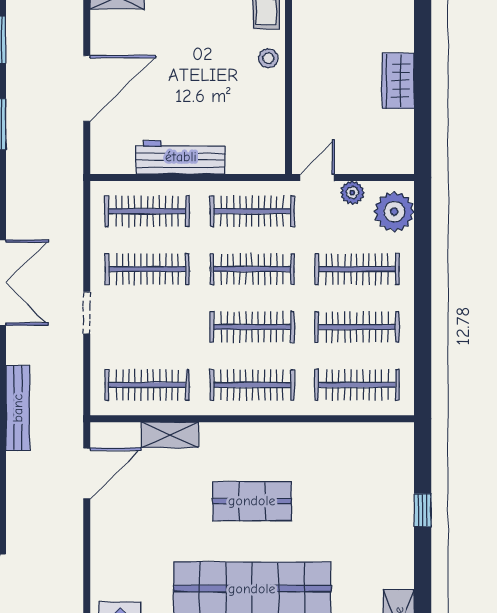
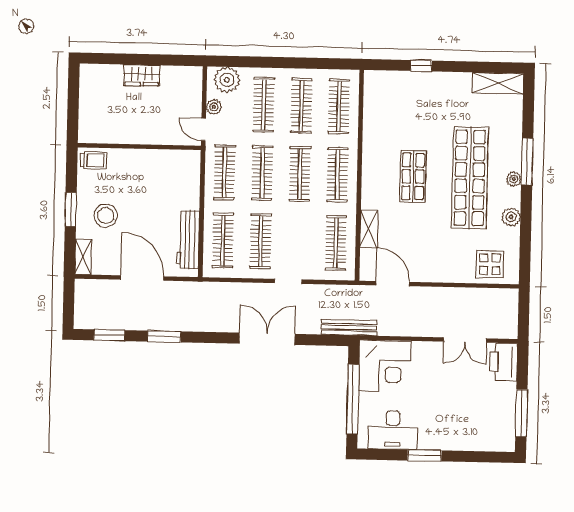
stool: (268, 58) -> (106, 216), moved, width x1.89, depth x1.89
workbench: (181, 157) -> (188, 240), moved

